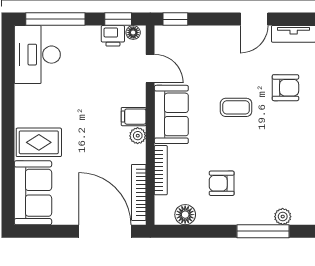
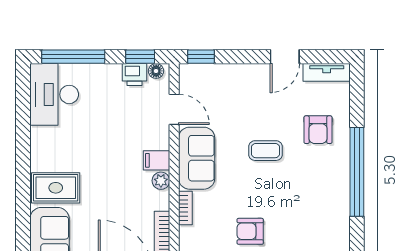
armchair: (285, 88) -> (318, 130), turned 90
bookcase: (161, 170) -> (185, 208), width x0.64

